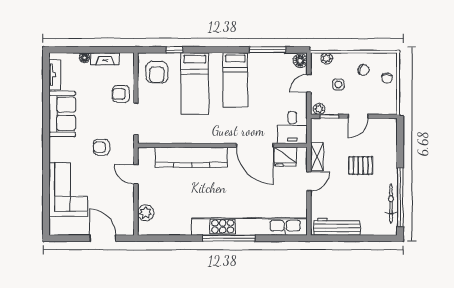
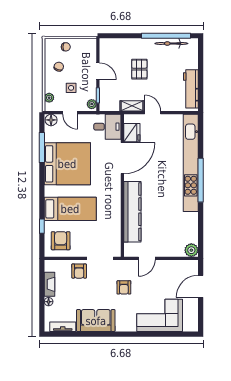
armchair: (157, 72) -> (61, 241), turned -90
bed: (235, 80) -> (67, 164), width x2.04
plant: (146, 213) -> (191, 250), moved

